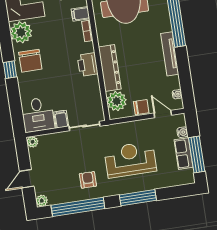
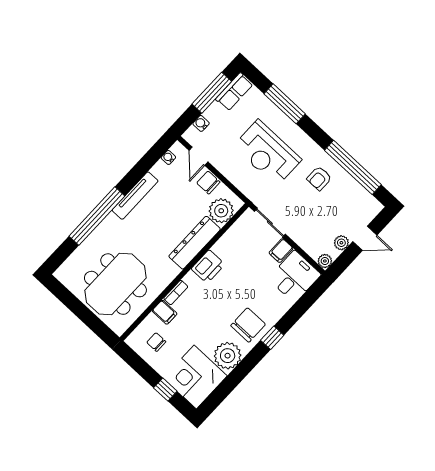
row of seats: (184, 154) -> (234, 92), moved
window: (138, 198) -> (285, 104), moved
plant: (42, 201) -> (341, 243), moved

